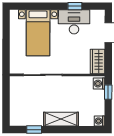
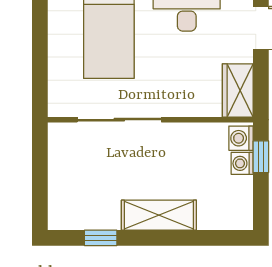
washing machine: (99, 121) -> (242, 163), moved

